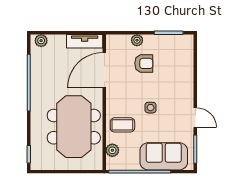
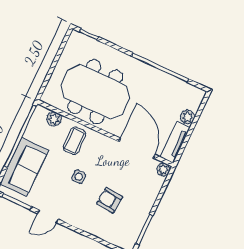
plant: (137, 40) -> (163, 169), moved
plant: (41, 41) -> (187, 117), moved
armchair: (144, 63) -> (110, 200), moved, turned 96

